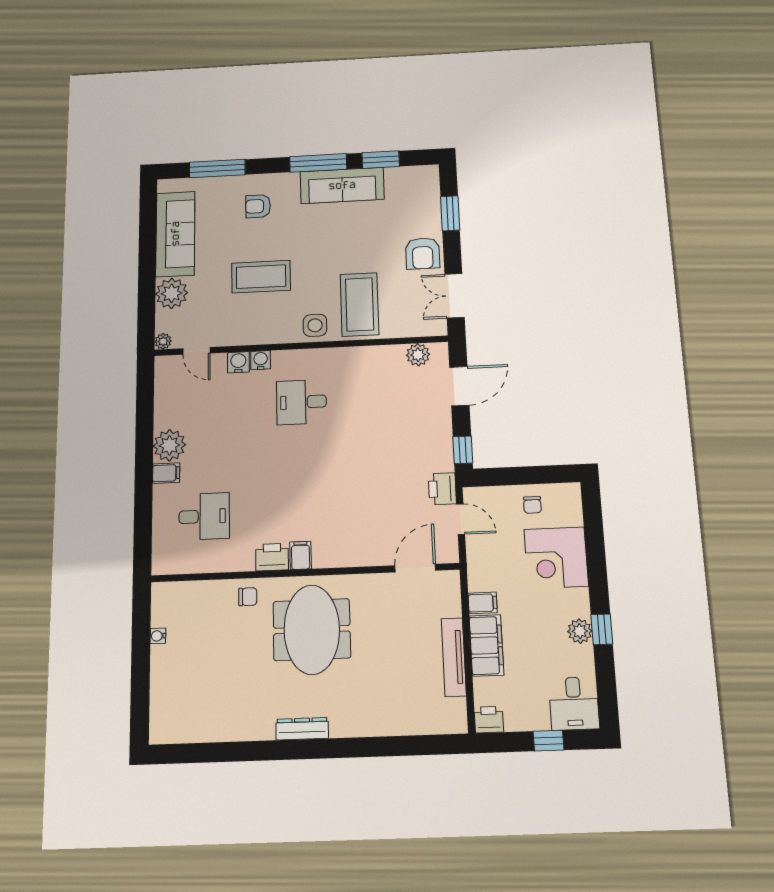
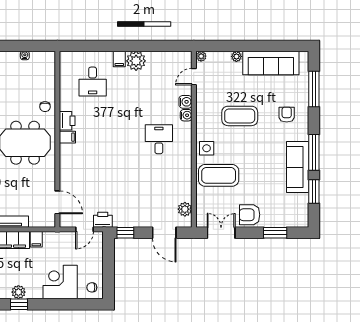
coffee table: (261, 277) -> (240, 116), turned 90
plant: (172, 293) -> (236, 56), width x0.53, depth x0.53
chair: (532, 505) -> (92, 287), moved

